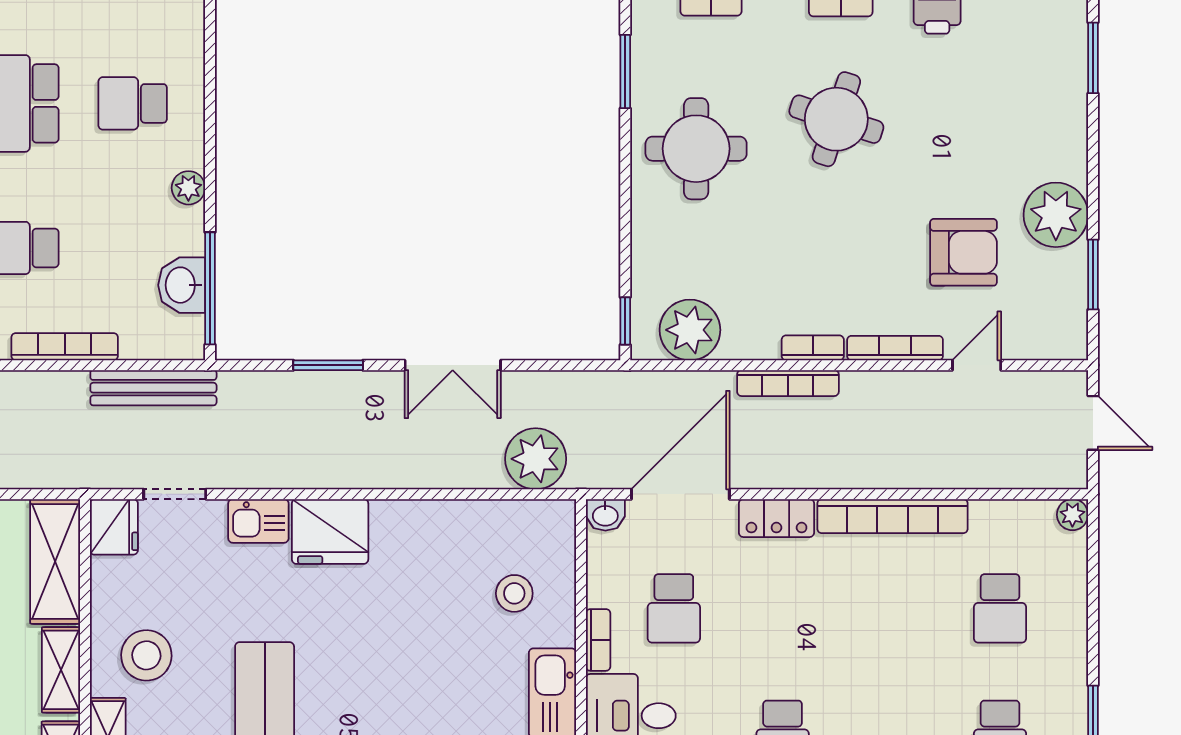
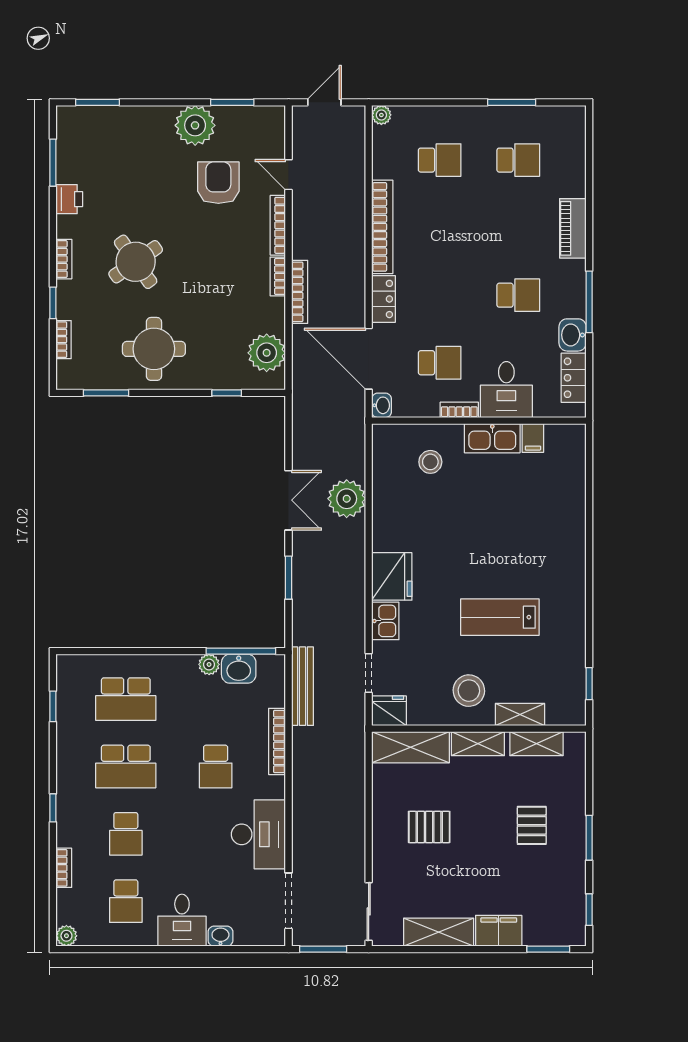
school desk: (133, 103) -> (126, 699), width x1.85
round table: (836, 119) -> (136, 262), turned 37
plant: (188, 188) -> (209, 664), moved
window: (625, 321) -> (227, 393), moved
plant: (536, 459) -> (347, 499), moved

